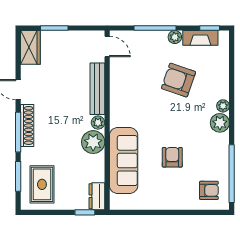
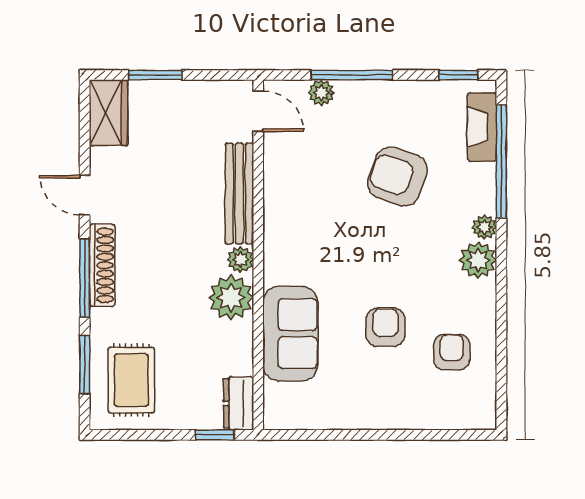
plant: (175, 37) -> (321, 93), moved
fireplace: (200, 38) -> (482, 127), moved, turned 90
sofa: (124, 161) -> (290, 334), width x0.73
window: (232, 174) -> (501, 161), moved
armchair: (209, 190) -> (452, 352), moved, turned -90

